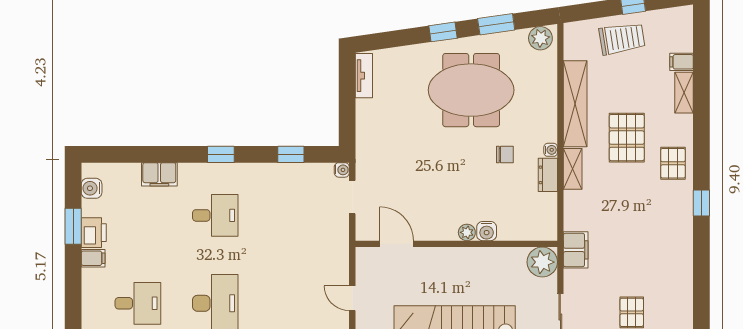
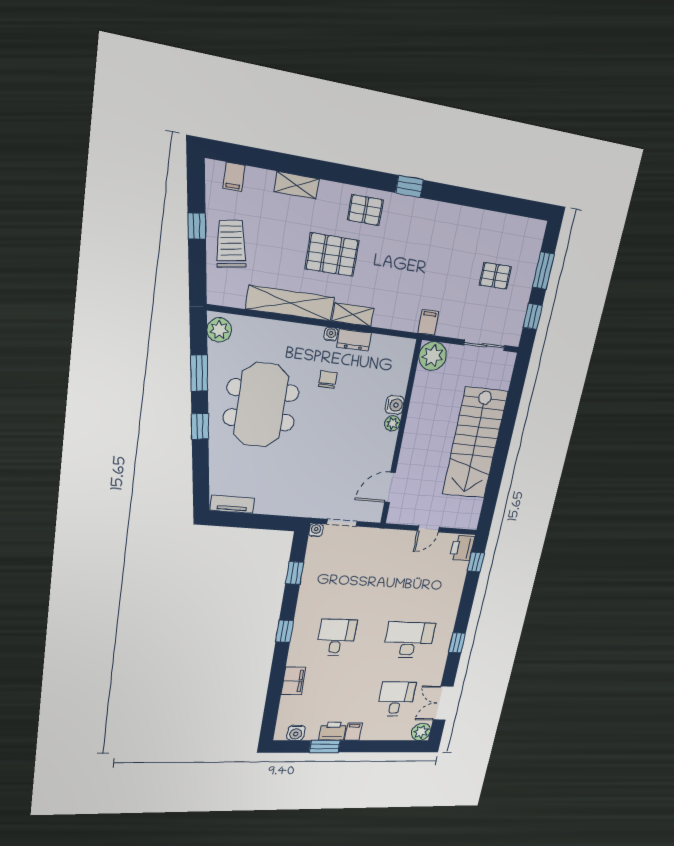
filing cabinet: (682, 62) -> (234, 177), moved
filing cabinet: (576, 250) -> (428, 322), width x0.50

